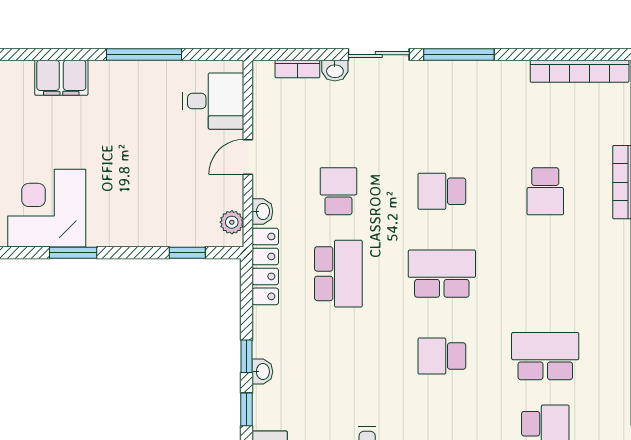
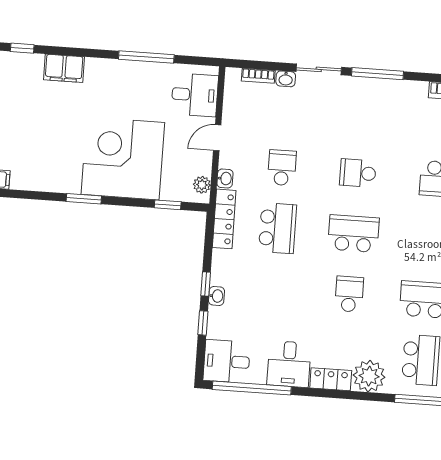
filing cabinet: (61, 78) -> (64, 68), moved
corner desk: (47, 208) -> (123, 158), moved, width x1.36, depth x1.36
school desk: (442, 356) -> (349, 294), turned 90

